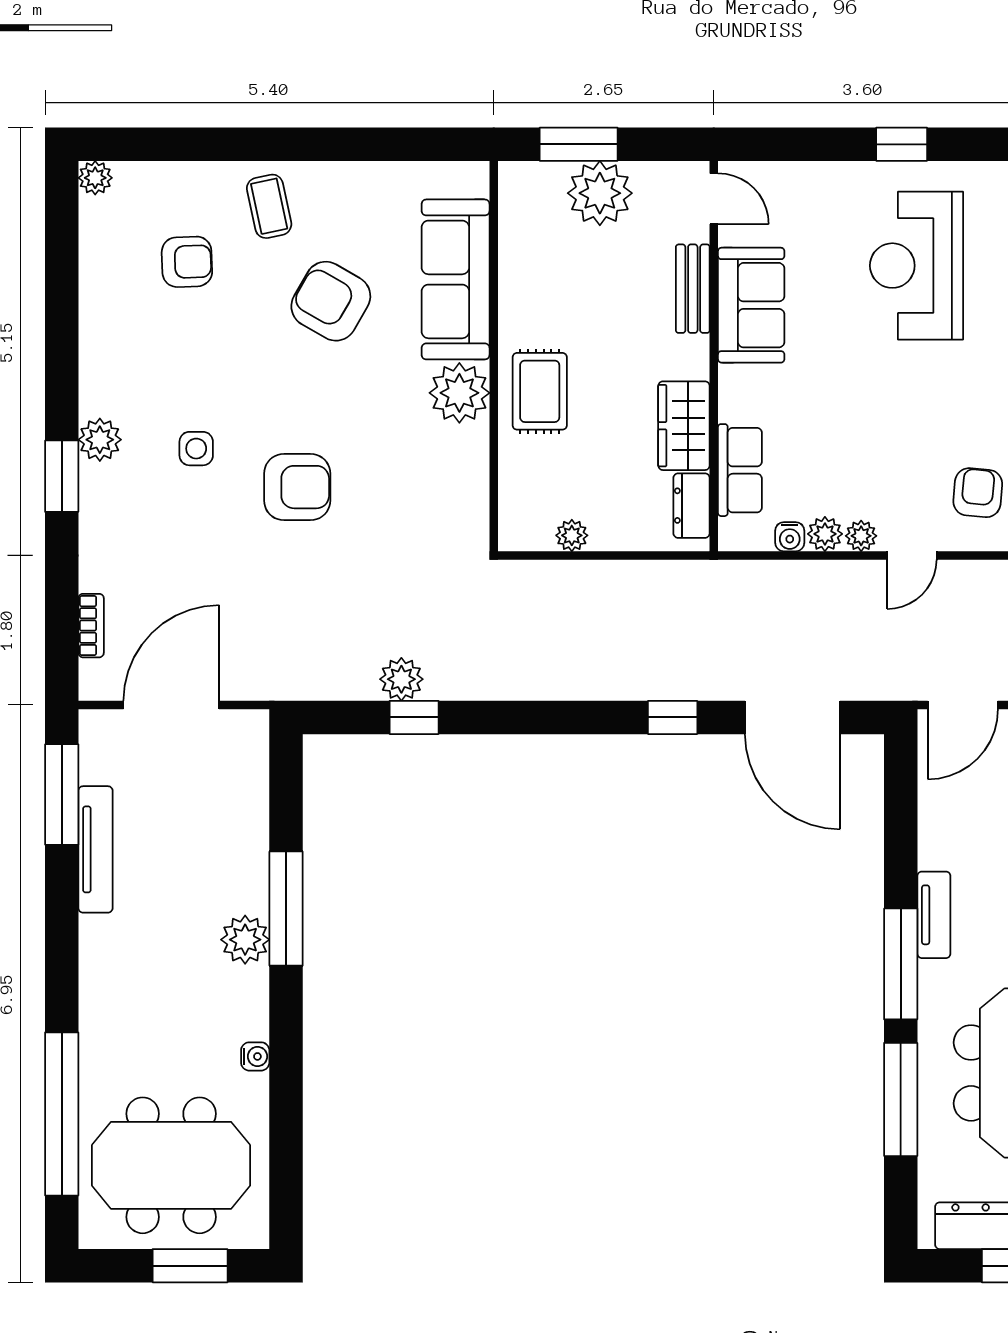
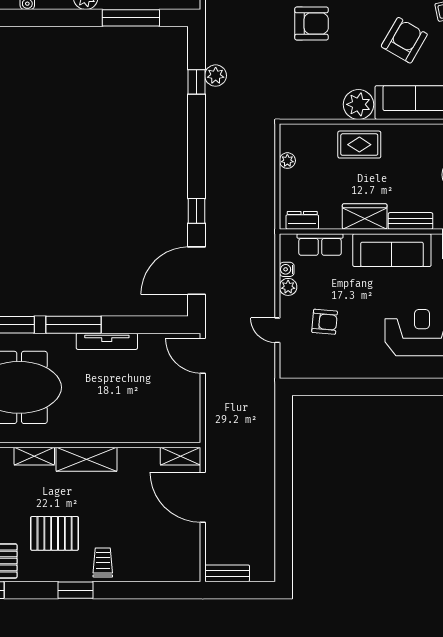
sofa: (751, 305) -> (392, 250), width x1.36
wardrobe: (684, 426) -> (365, 217), moved
armchair: (297, 487) -> (312, 24), turned -90
armchair: (978, 493) -> (325, 322), moved
plant: (861, 536) -> (287, 305), removed
window: (286, 909) -> (131, 18), moved
tv unit: (934, 915) -> (107, 341), width x1.41

